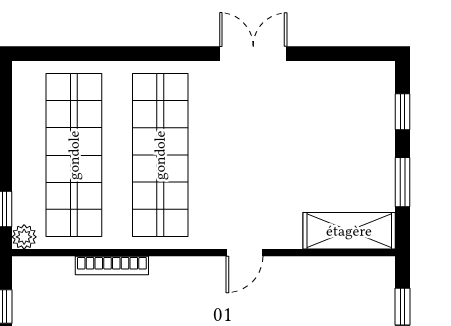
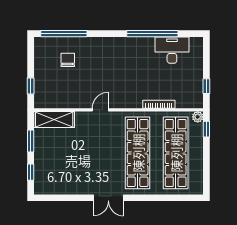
double door: (253, 54) -> (108, 198), moved

